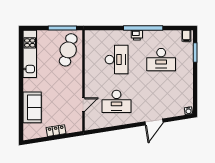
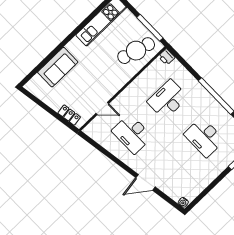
printer: (137, 35) -> (167, 57), moved
desk: (116, 60) -> (168, 99), turned 180
locker: (56, 131) -> (69, 115), moved

